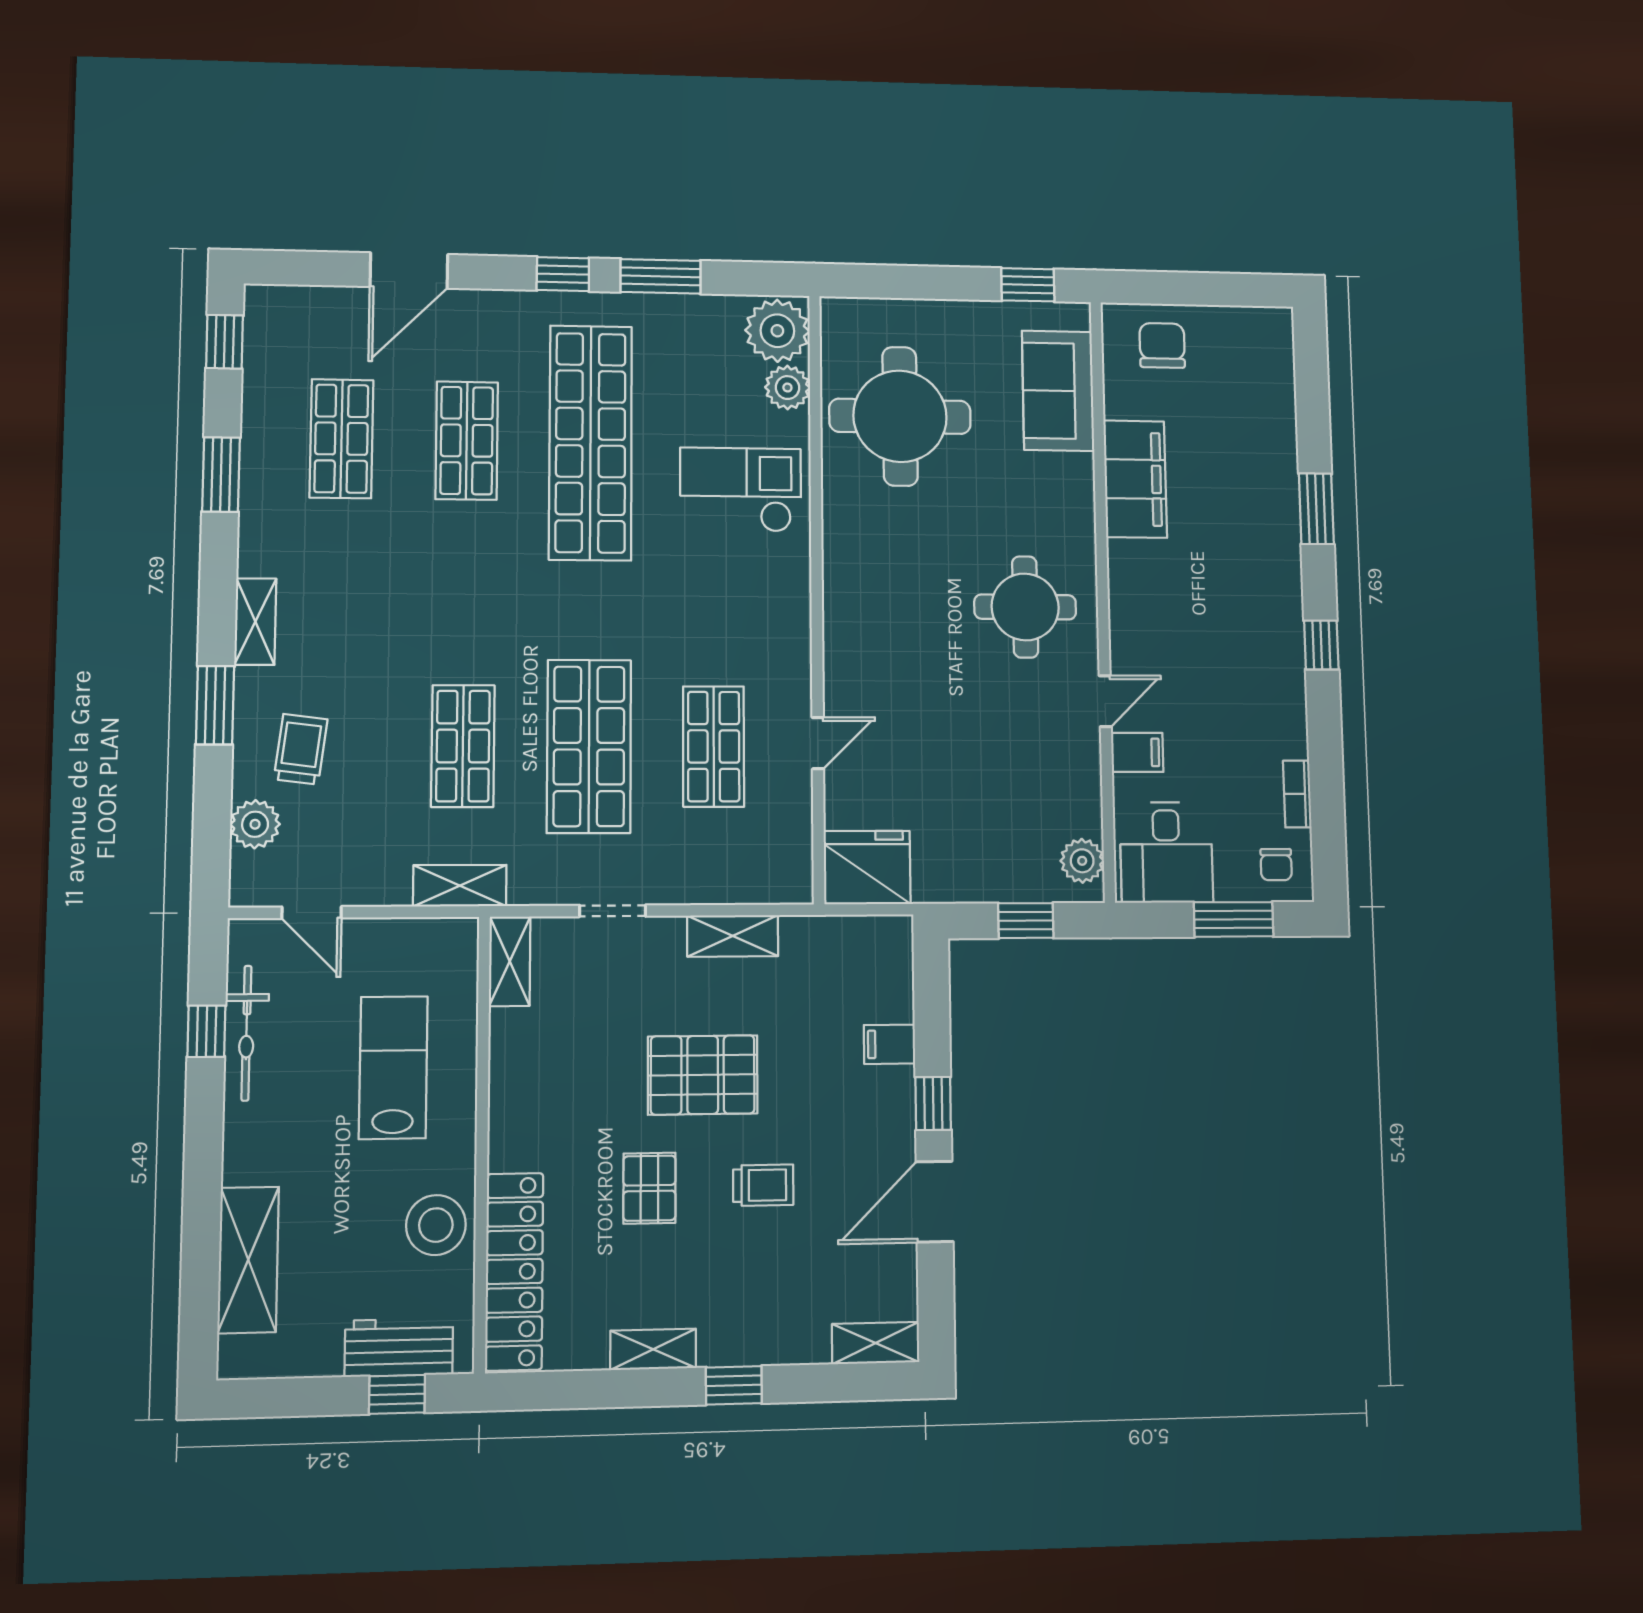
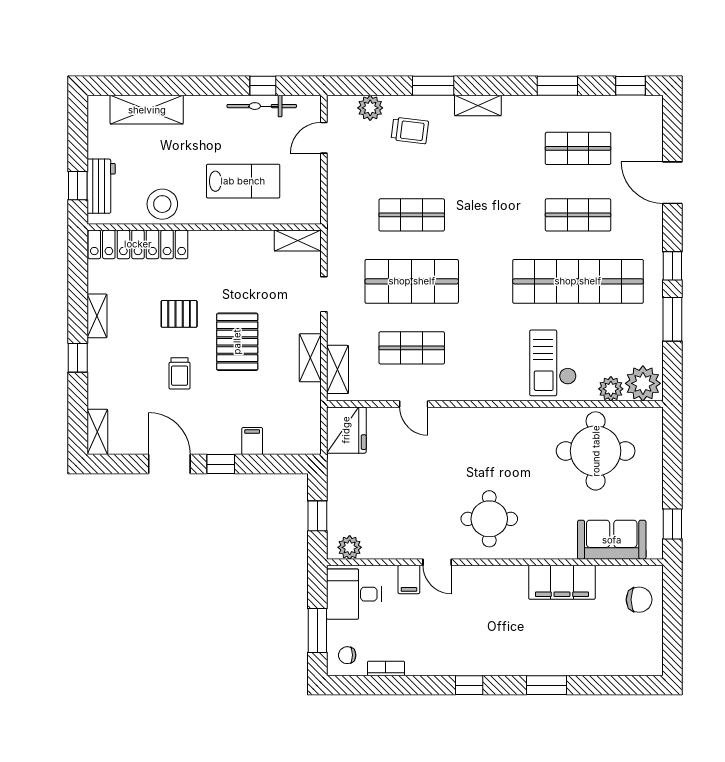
checkout: (741, 490) -> (553, 363), turned 180
shelving: (460, 886) -> (338, 369), moved

